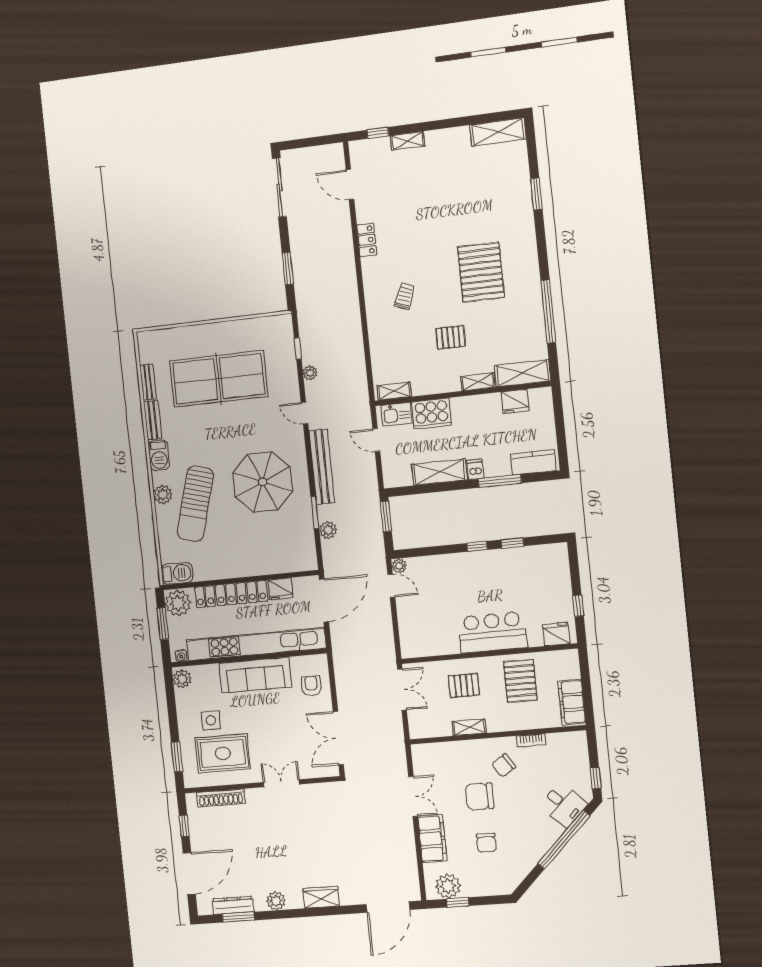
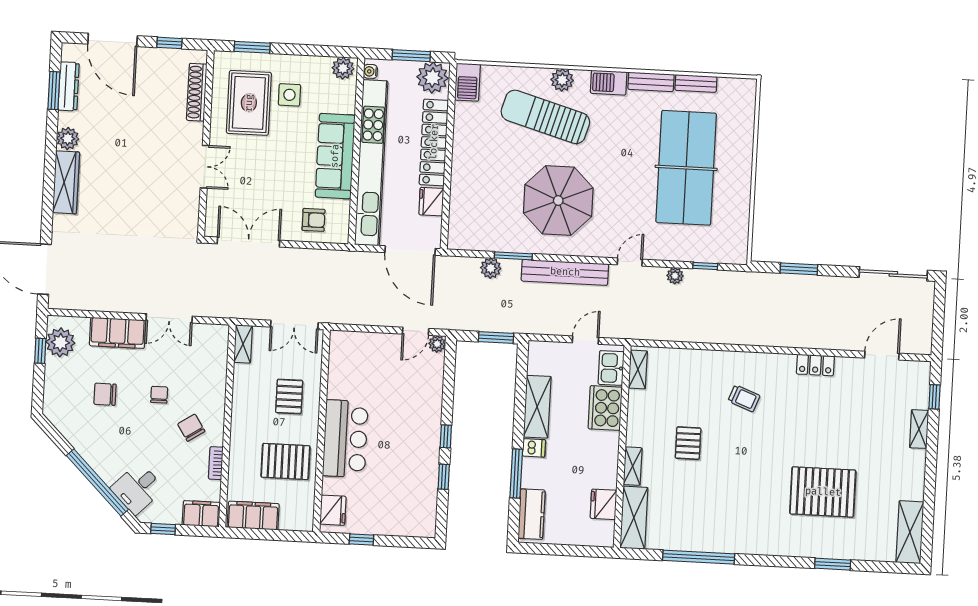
pallet: (481, 272) -> (823, 492), moved
shelving: (469, 727) -> (243, 344), moved
filing cabinet: (577, 747) -> (201, 514), added
chair: (480, 797) -> (159, 395), width x0.54, depth x0.54
wardrobe: (321, 897) -> (66, 182), width x1.50

